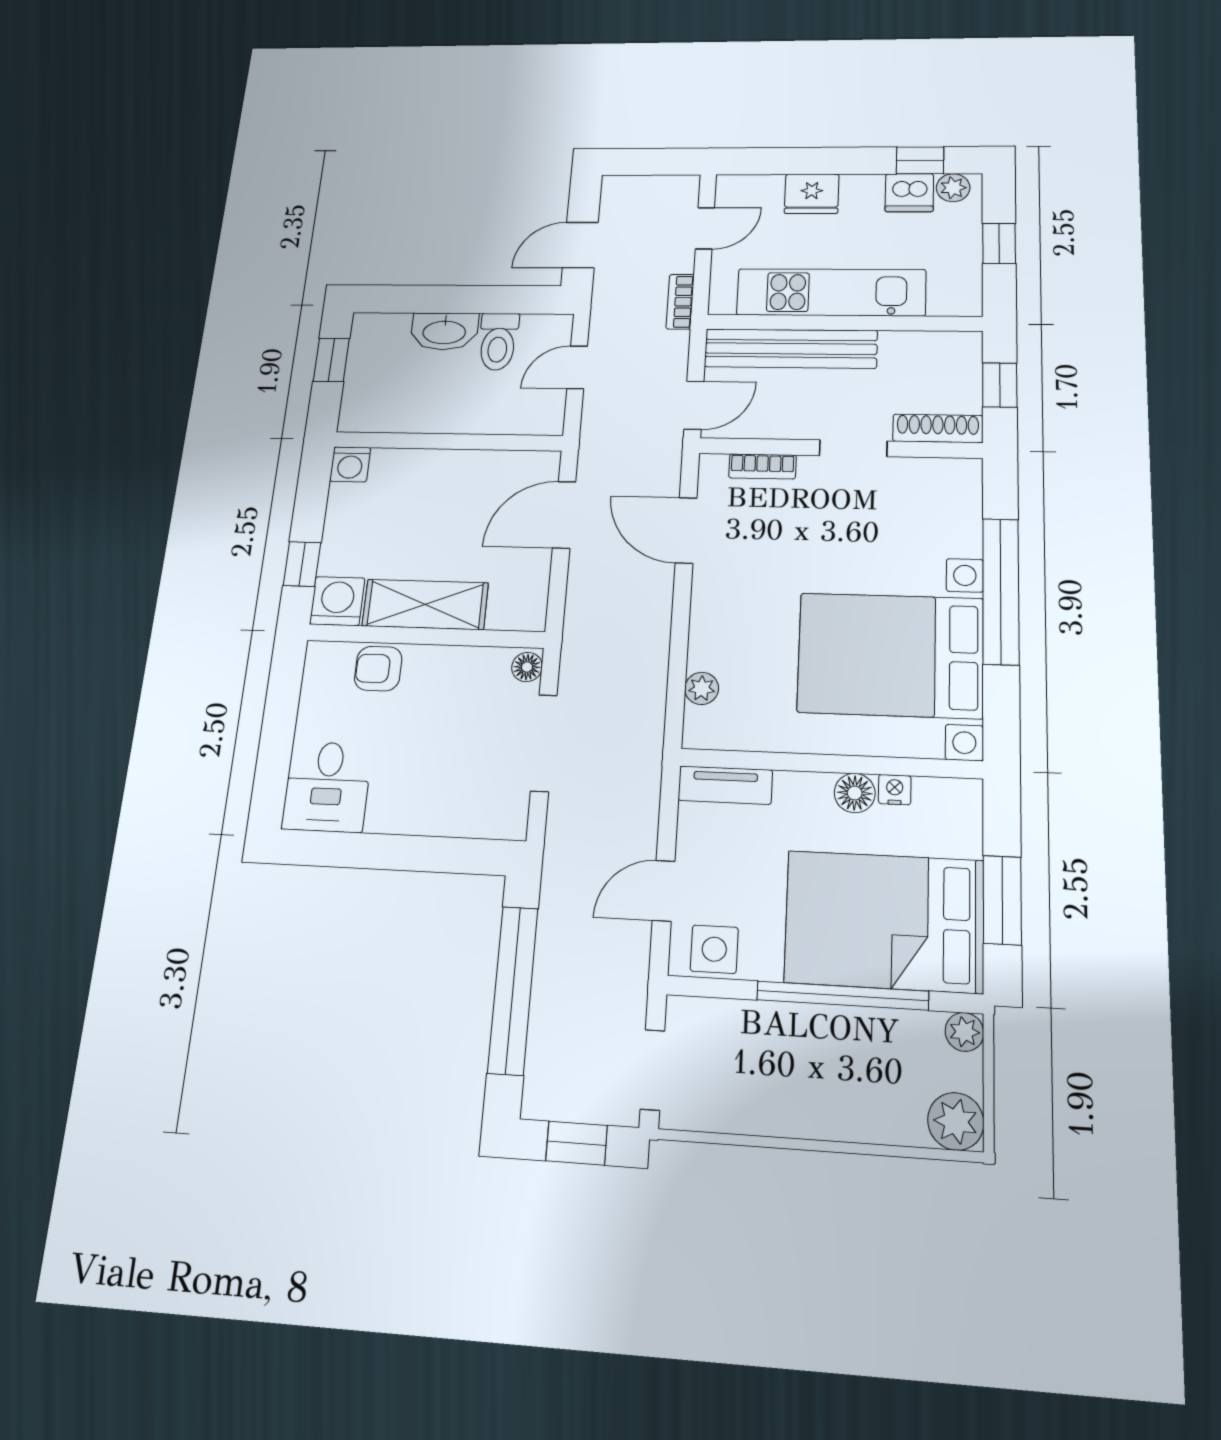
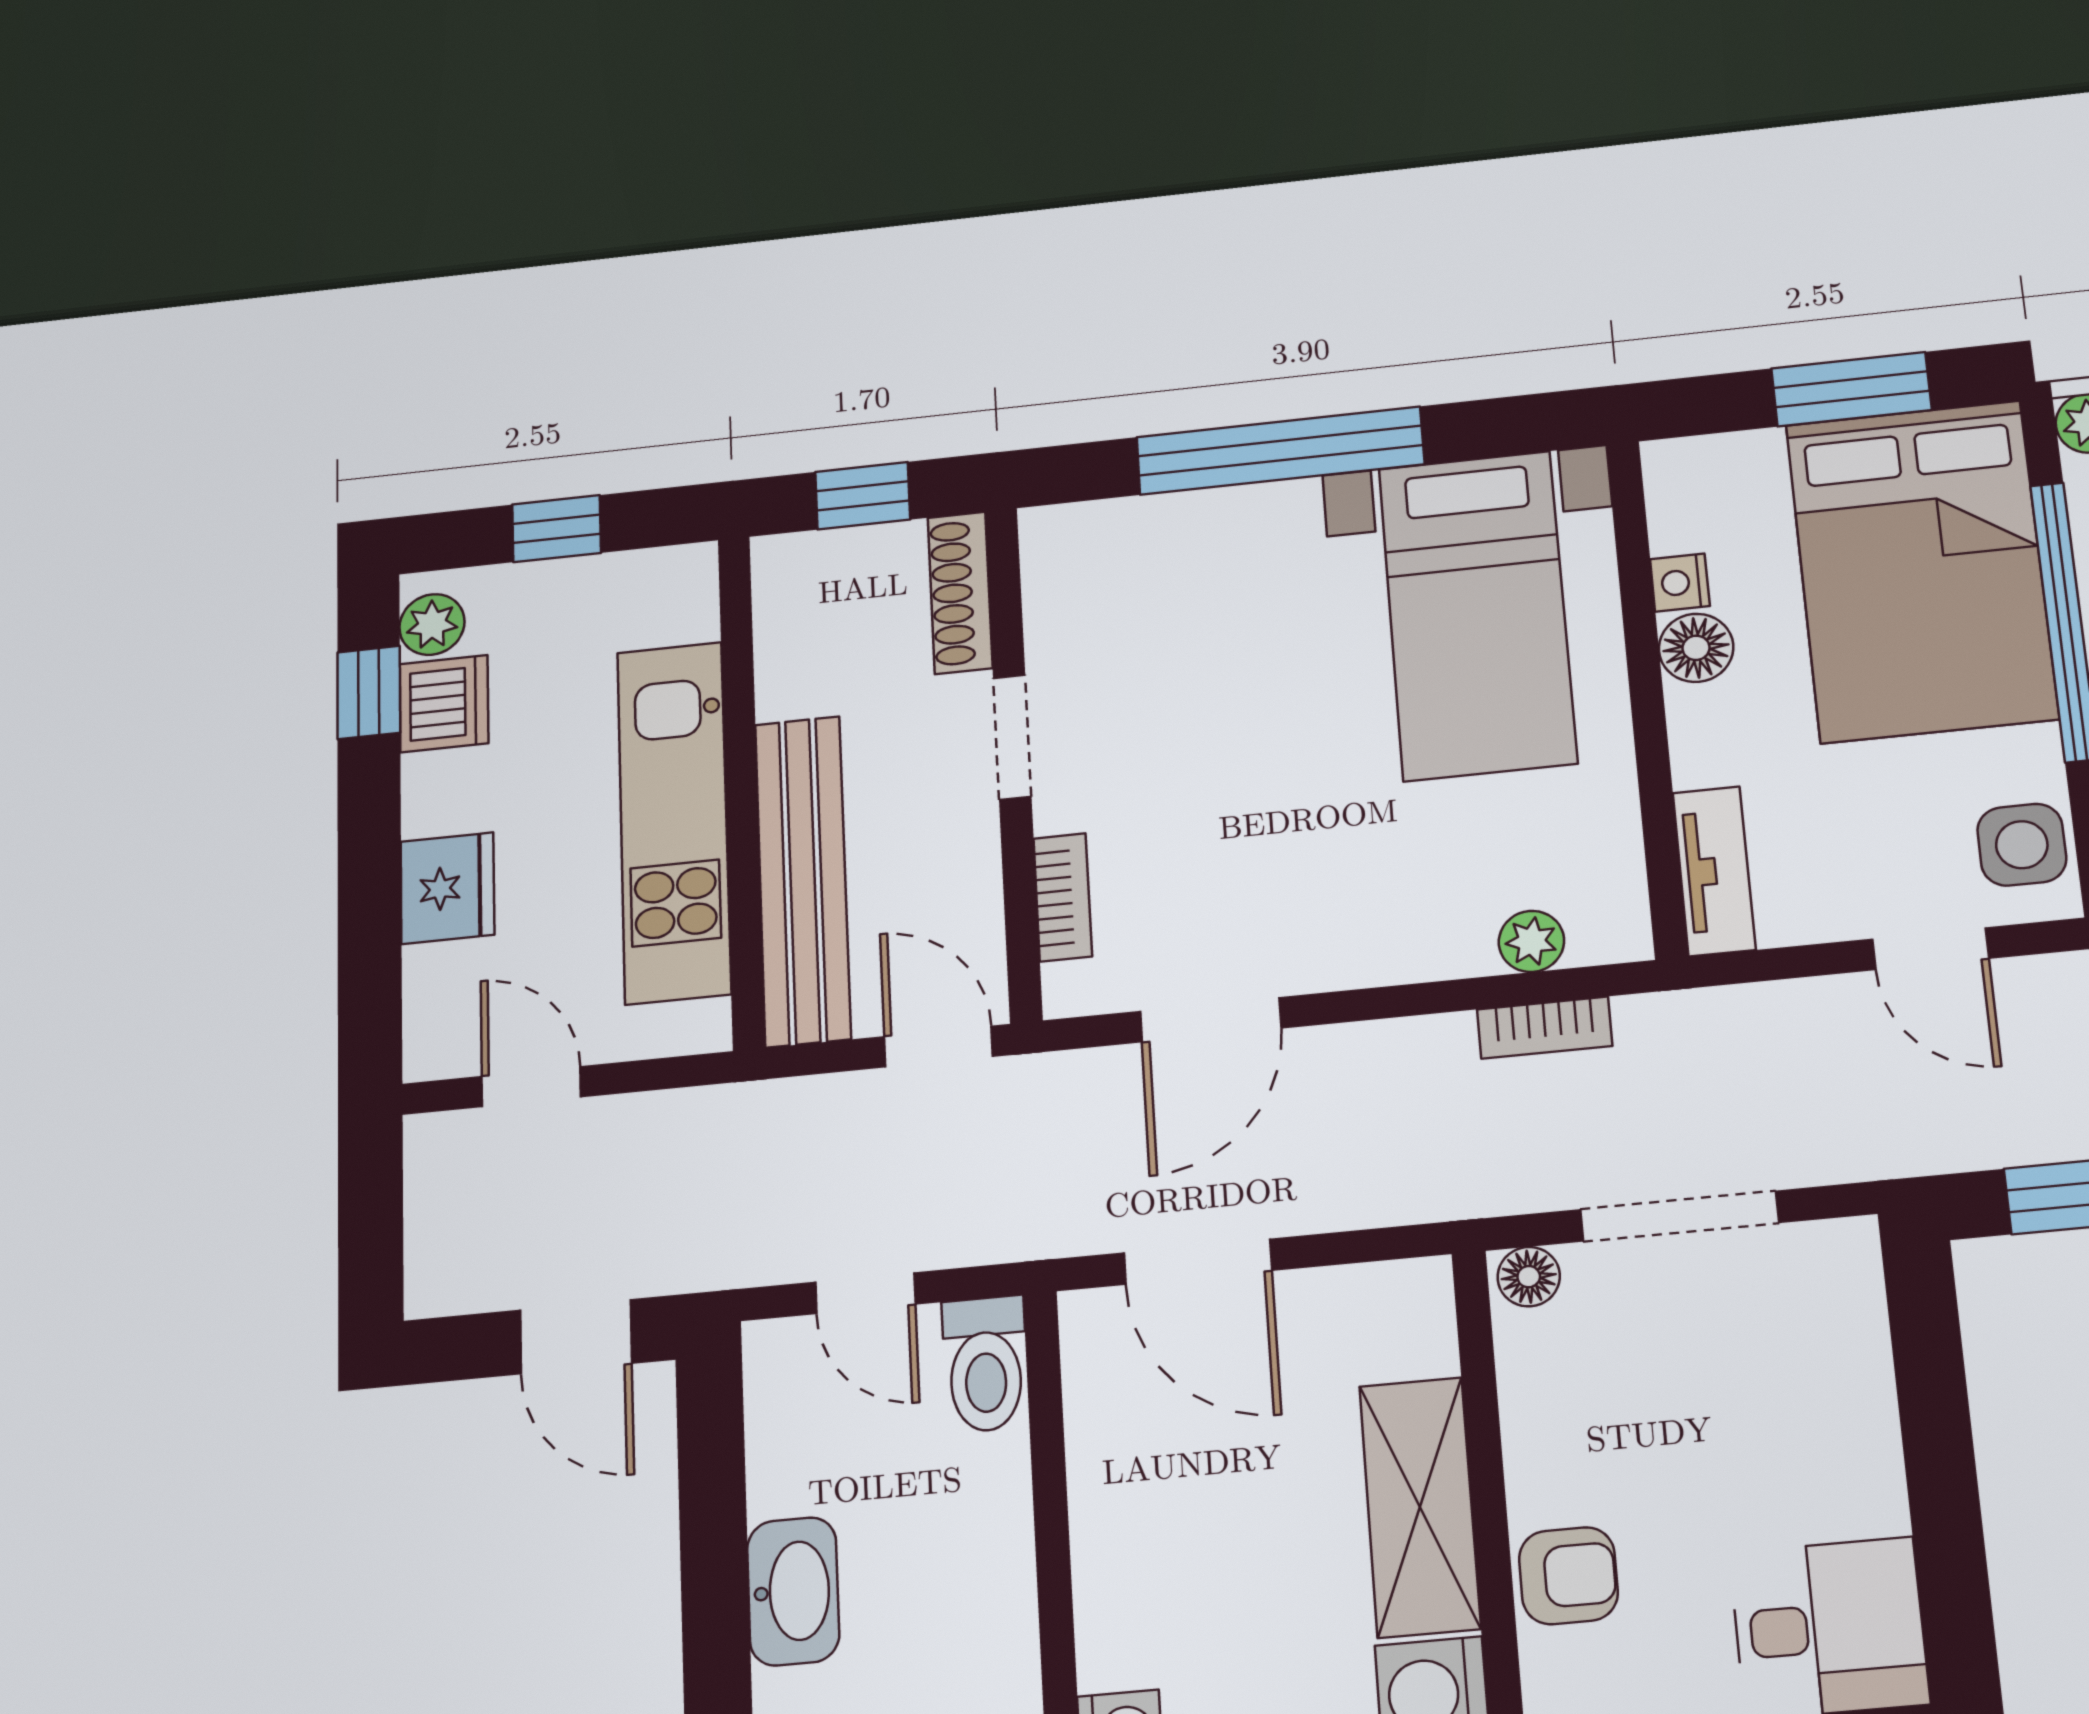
bookcase: (680, 302) -> (1545, 1028), moved
toilet: (498, 342) -> (985, 1364), moved, turned 90
bed with nightstands: (891, 655) -> (1477, 615), width x0.73
armchair: (378, 669) -> (1568, 1576), turned -90

